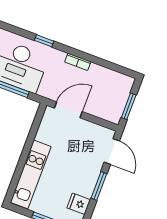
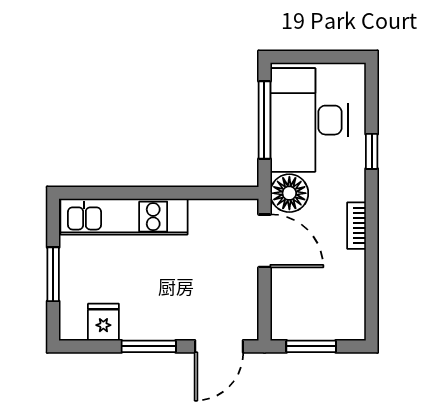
floor lamp: (49, 89) -> (289, 193), added

